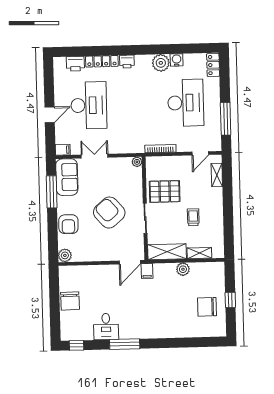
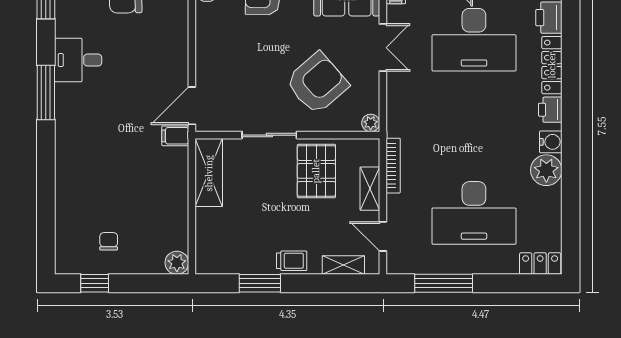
water cooler: (177, 60) -> (551, 142), moved
armchair: (109, 213) -> (317, 83), moved
trolley: (193, 217) -> (292, 261), moved
window: (228, 222) -> (260, 283), added
shelving: (199, 253) -> (370, 189), moved
door: (130, 262) -> (192, 106), hinge flipped
plant: (183, 269) -> (177, 263), moved
window: (230, 300) -> (95, 283), moved
chair: (207, 307) -> (109, 241), width x0.54, depth x0.54

